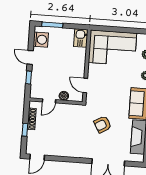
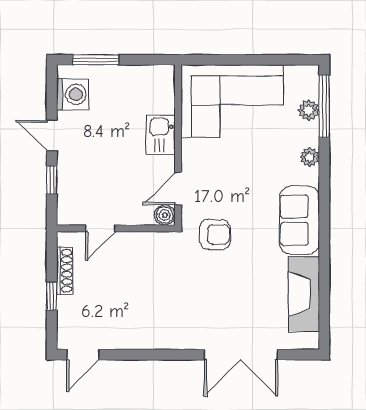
kitchen sink: (81, 38) -> (161, 135), moved
door: (85, 85) -> (178, 189), hinge flipped
boiler: (64, 96) -> (165, 215), moved
armchair: (103, 124) -> (215, 235), moved, turned -150

